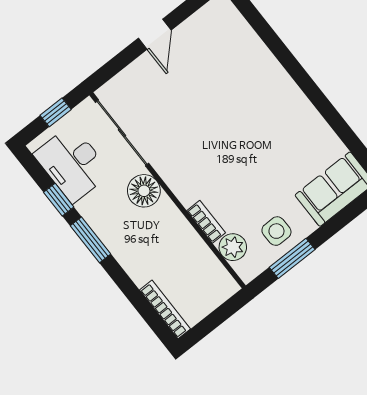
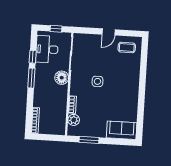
coffee table: (212, 33) -> (127, 48), added
side table: (276, 231) -> (98, 81), moved

